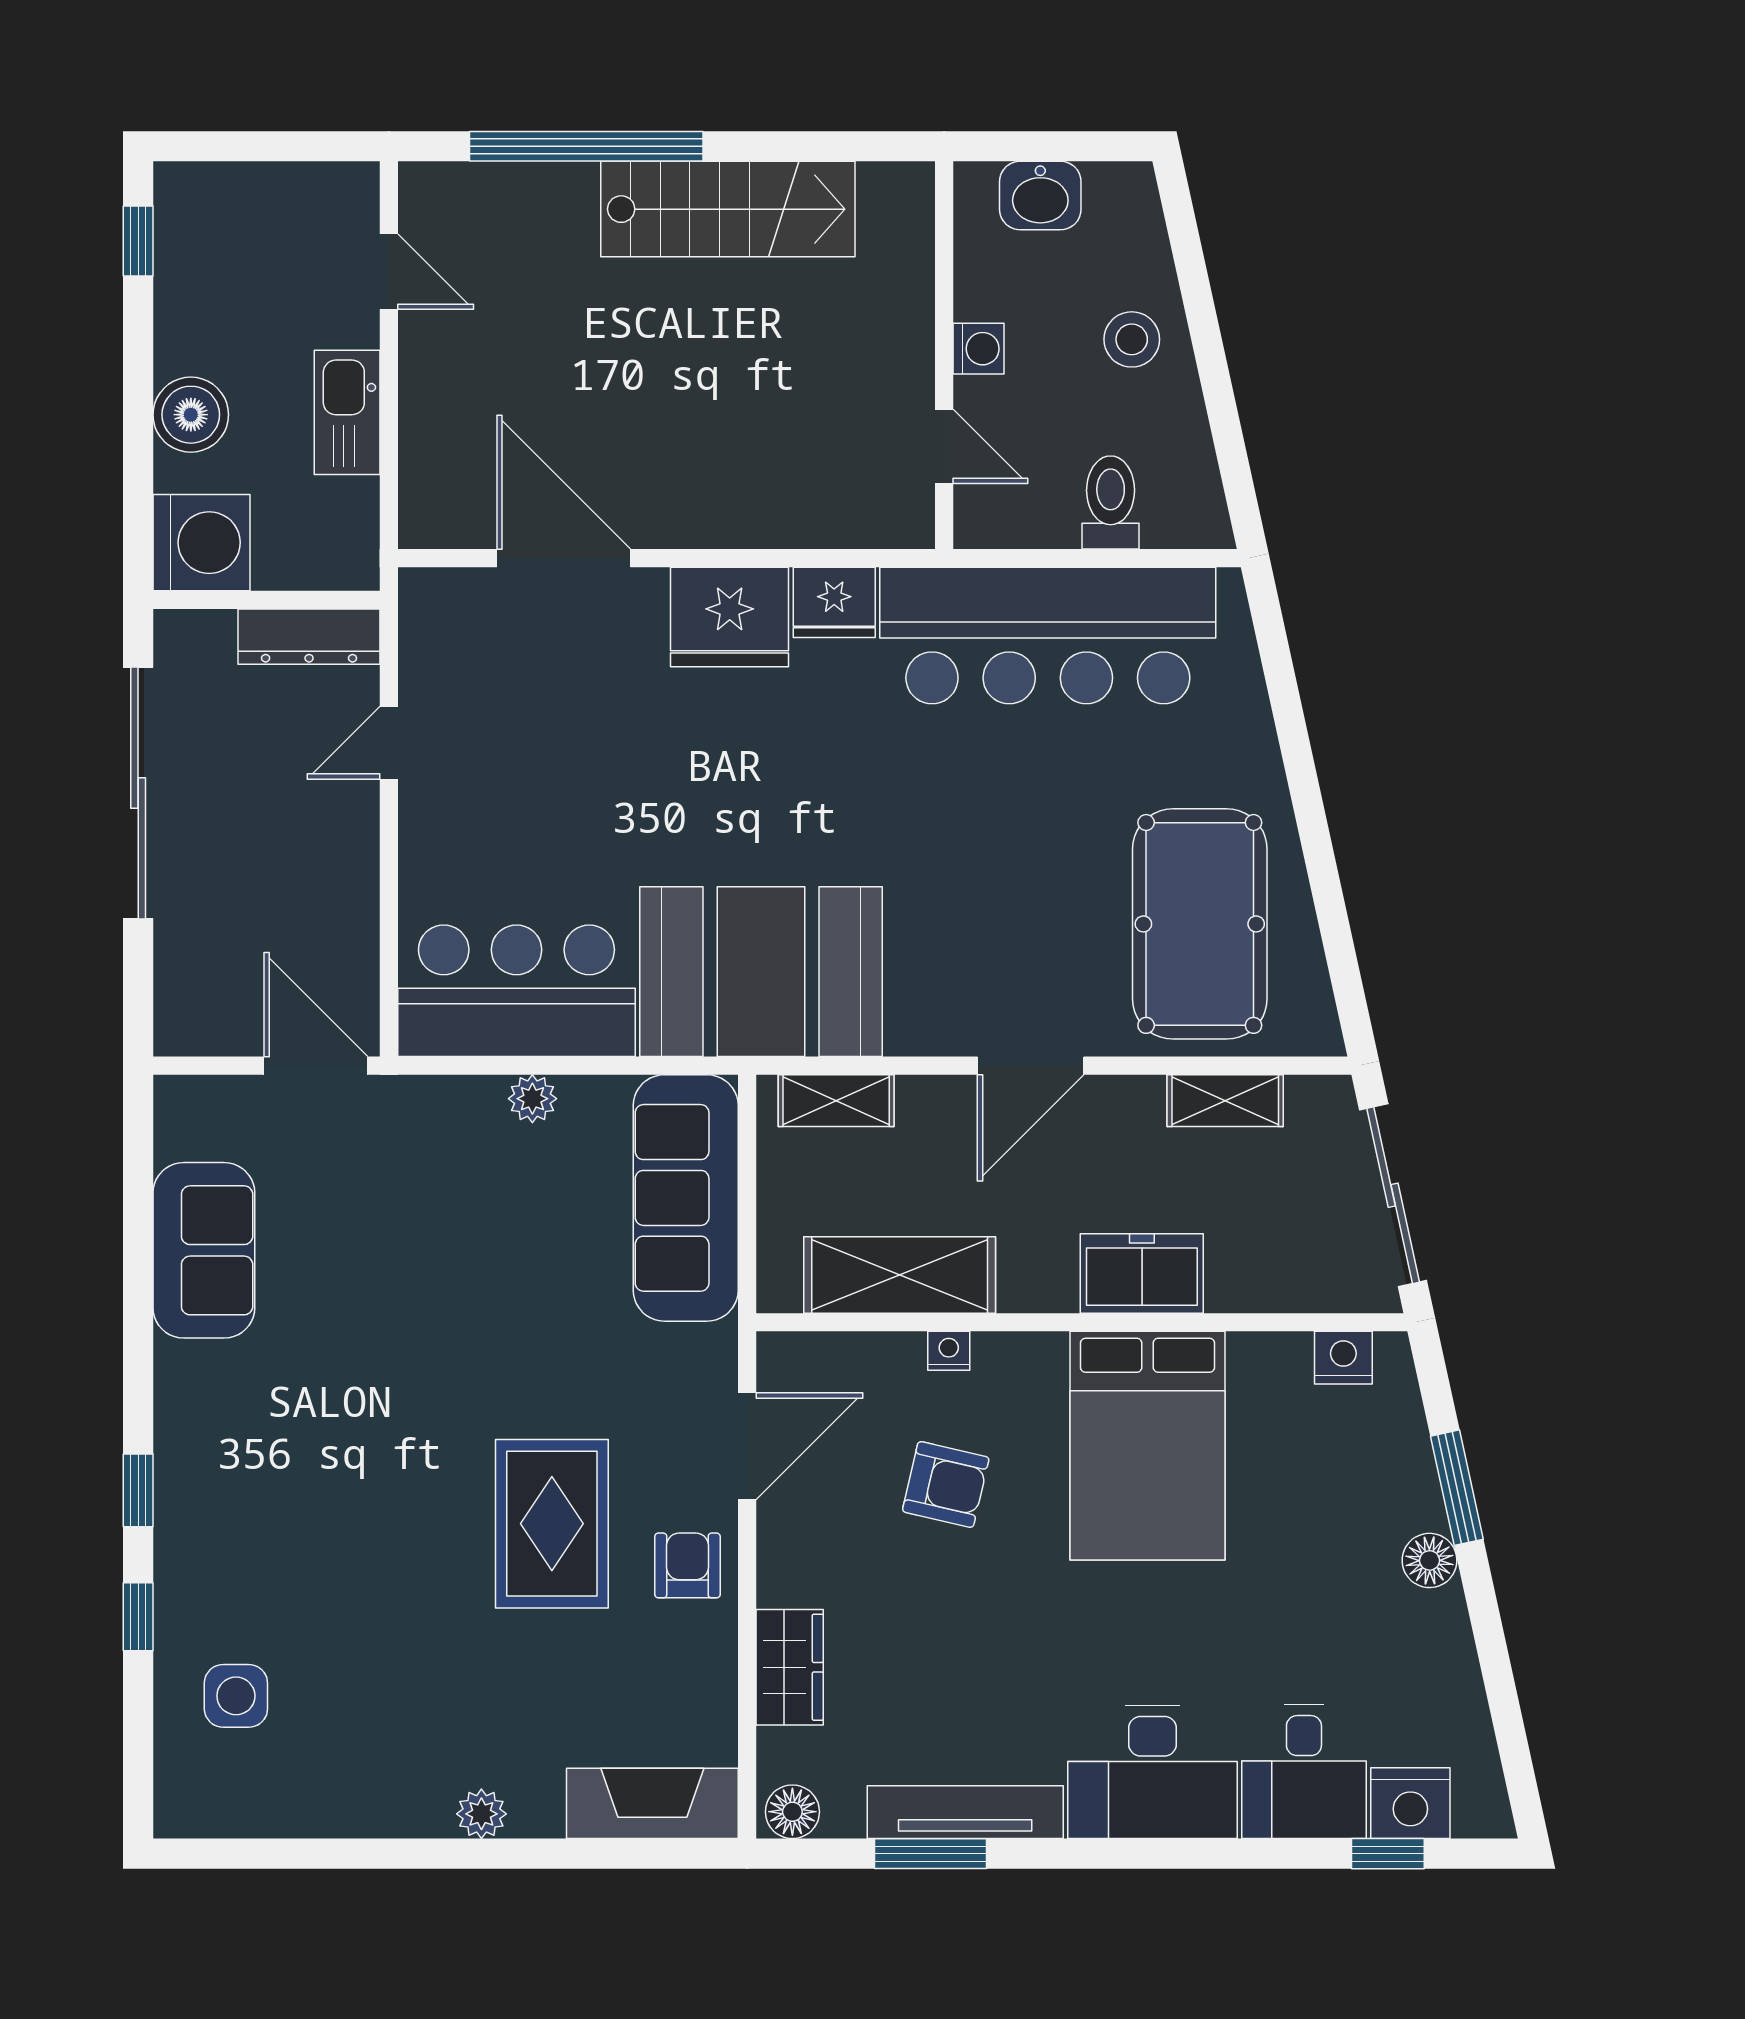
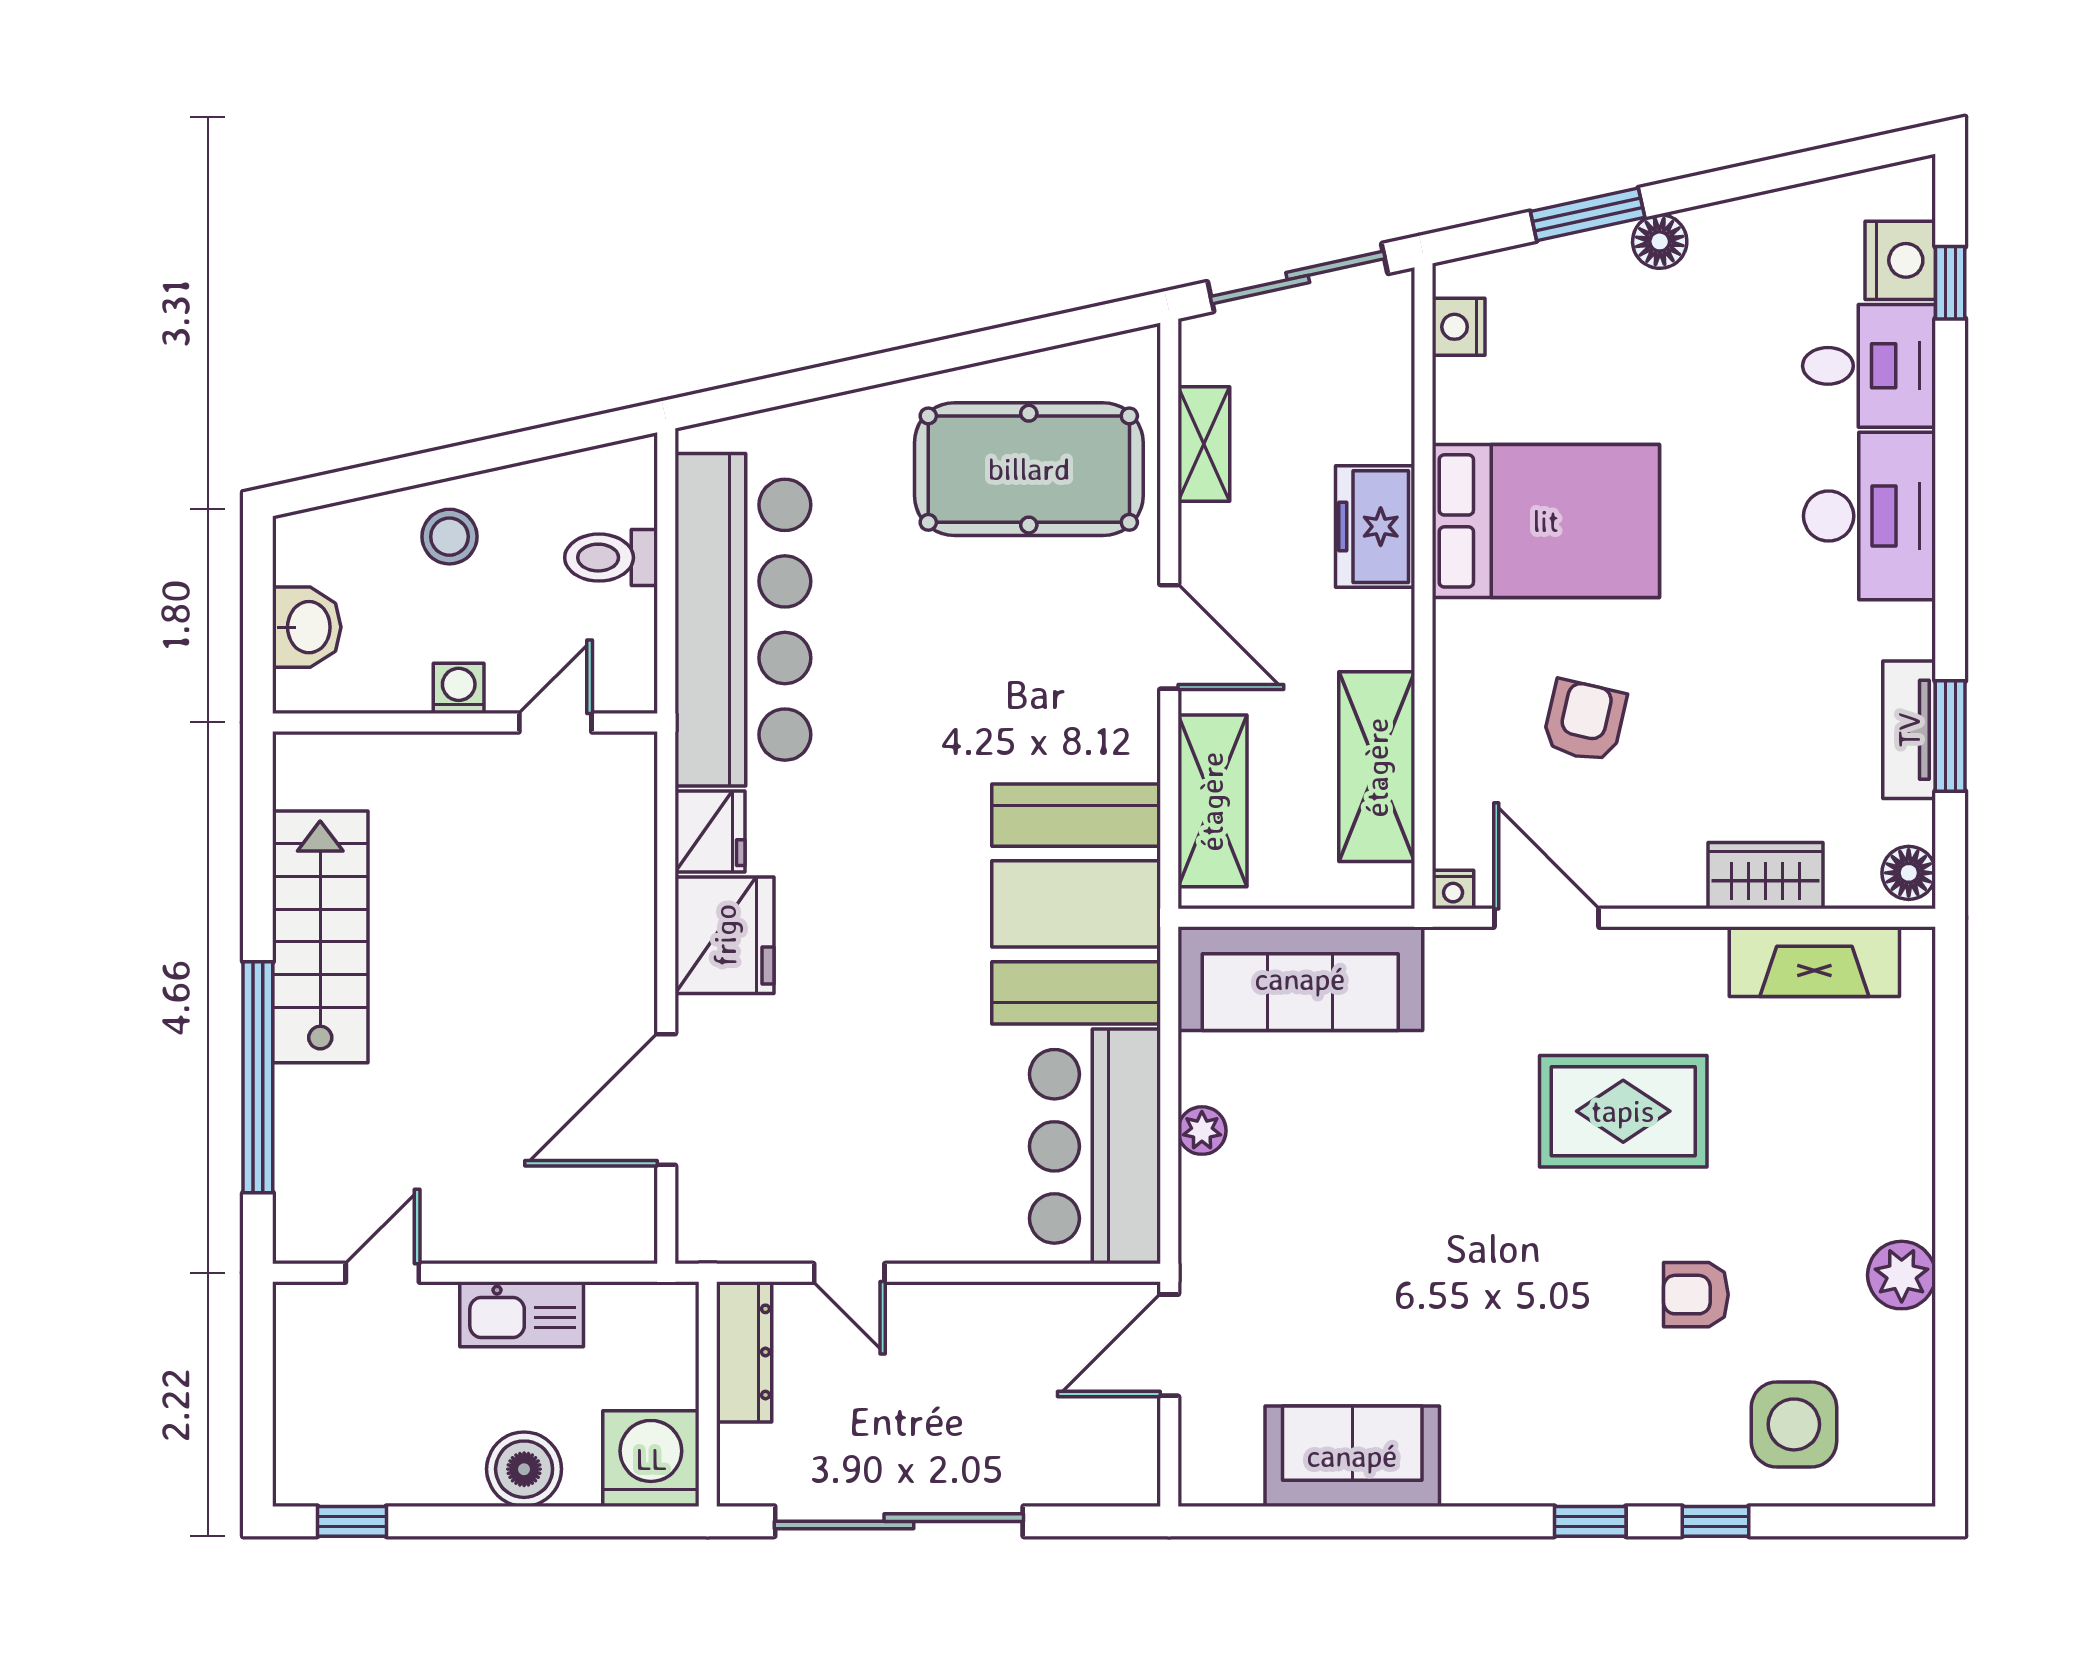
shelving: (836, 1101) -> (1212, 801), width x1.50, depth x1.33
nightstand: (949, 1351) -> (1453, 889), moved, turned -90
armchair: (687, 1565) -> (1696, 1295), moved
side table: (236, 1696) -> (1794, 1424), width x1.37, depth x1.37
fireplace: (652, 1803) -> (1814, 962), moved, turned -90
tv unit: (965, 1812) -> (1909, 730), width x0.71
plant: (481, 1814) -> (1902, 1275), moved, width x1.38, depth x1.38

